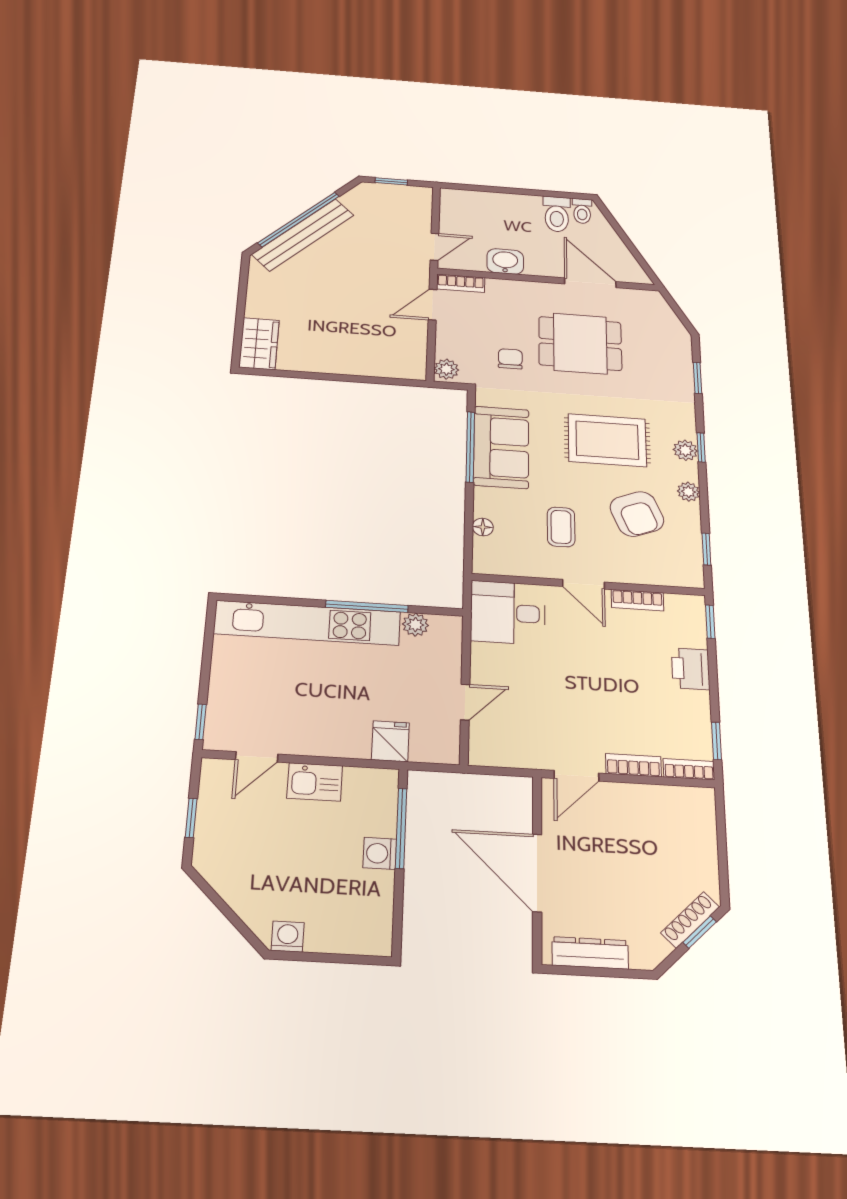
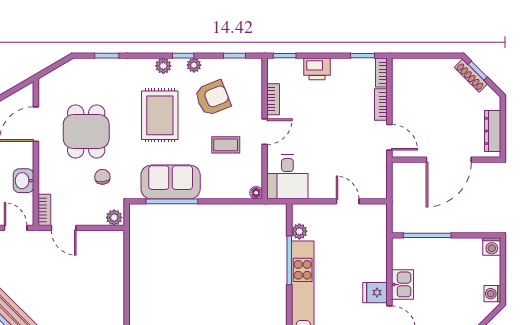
chair: (510, 359) -> (102, 177), turned 84
window: (701, 447) -> (183, 56), moved
floor lamp: (483, 527) -> (256, 193), moved
fridge: (390, 741) -> (375, 293), moved
washing machine: (380, 853) -> (492, 247), moved

